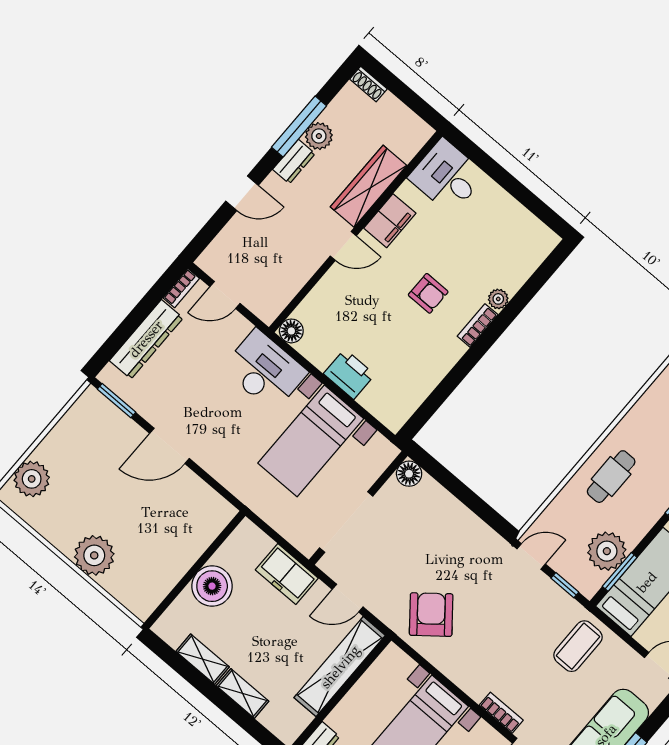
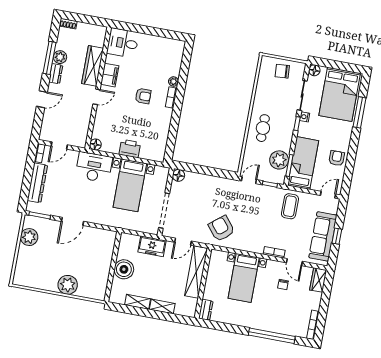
plant: (32, 479) -> (29, 237), moved

